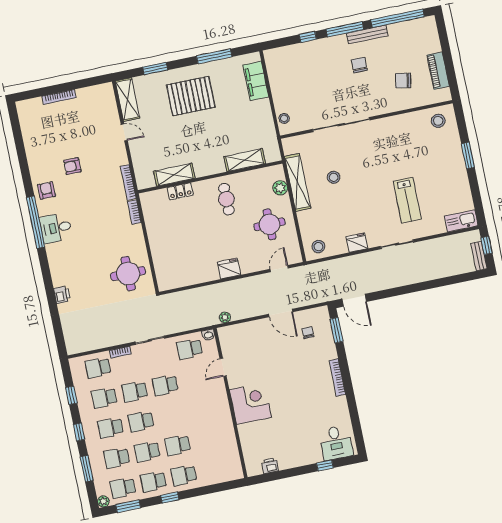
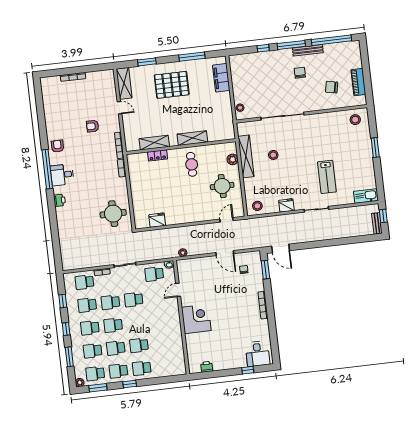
shelving: (245, 160) -> (192, 138), moved
armchair: (72, 166) -> (93, 126), moved
fridge: (229, 268) -> (157, 220), moved
printer: (62, 295) -> (59, 200), moved

